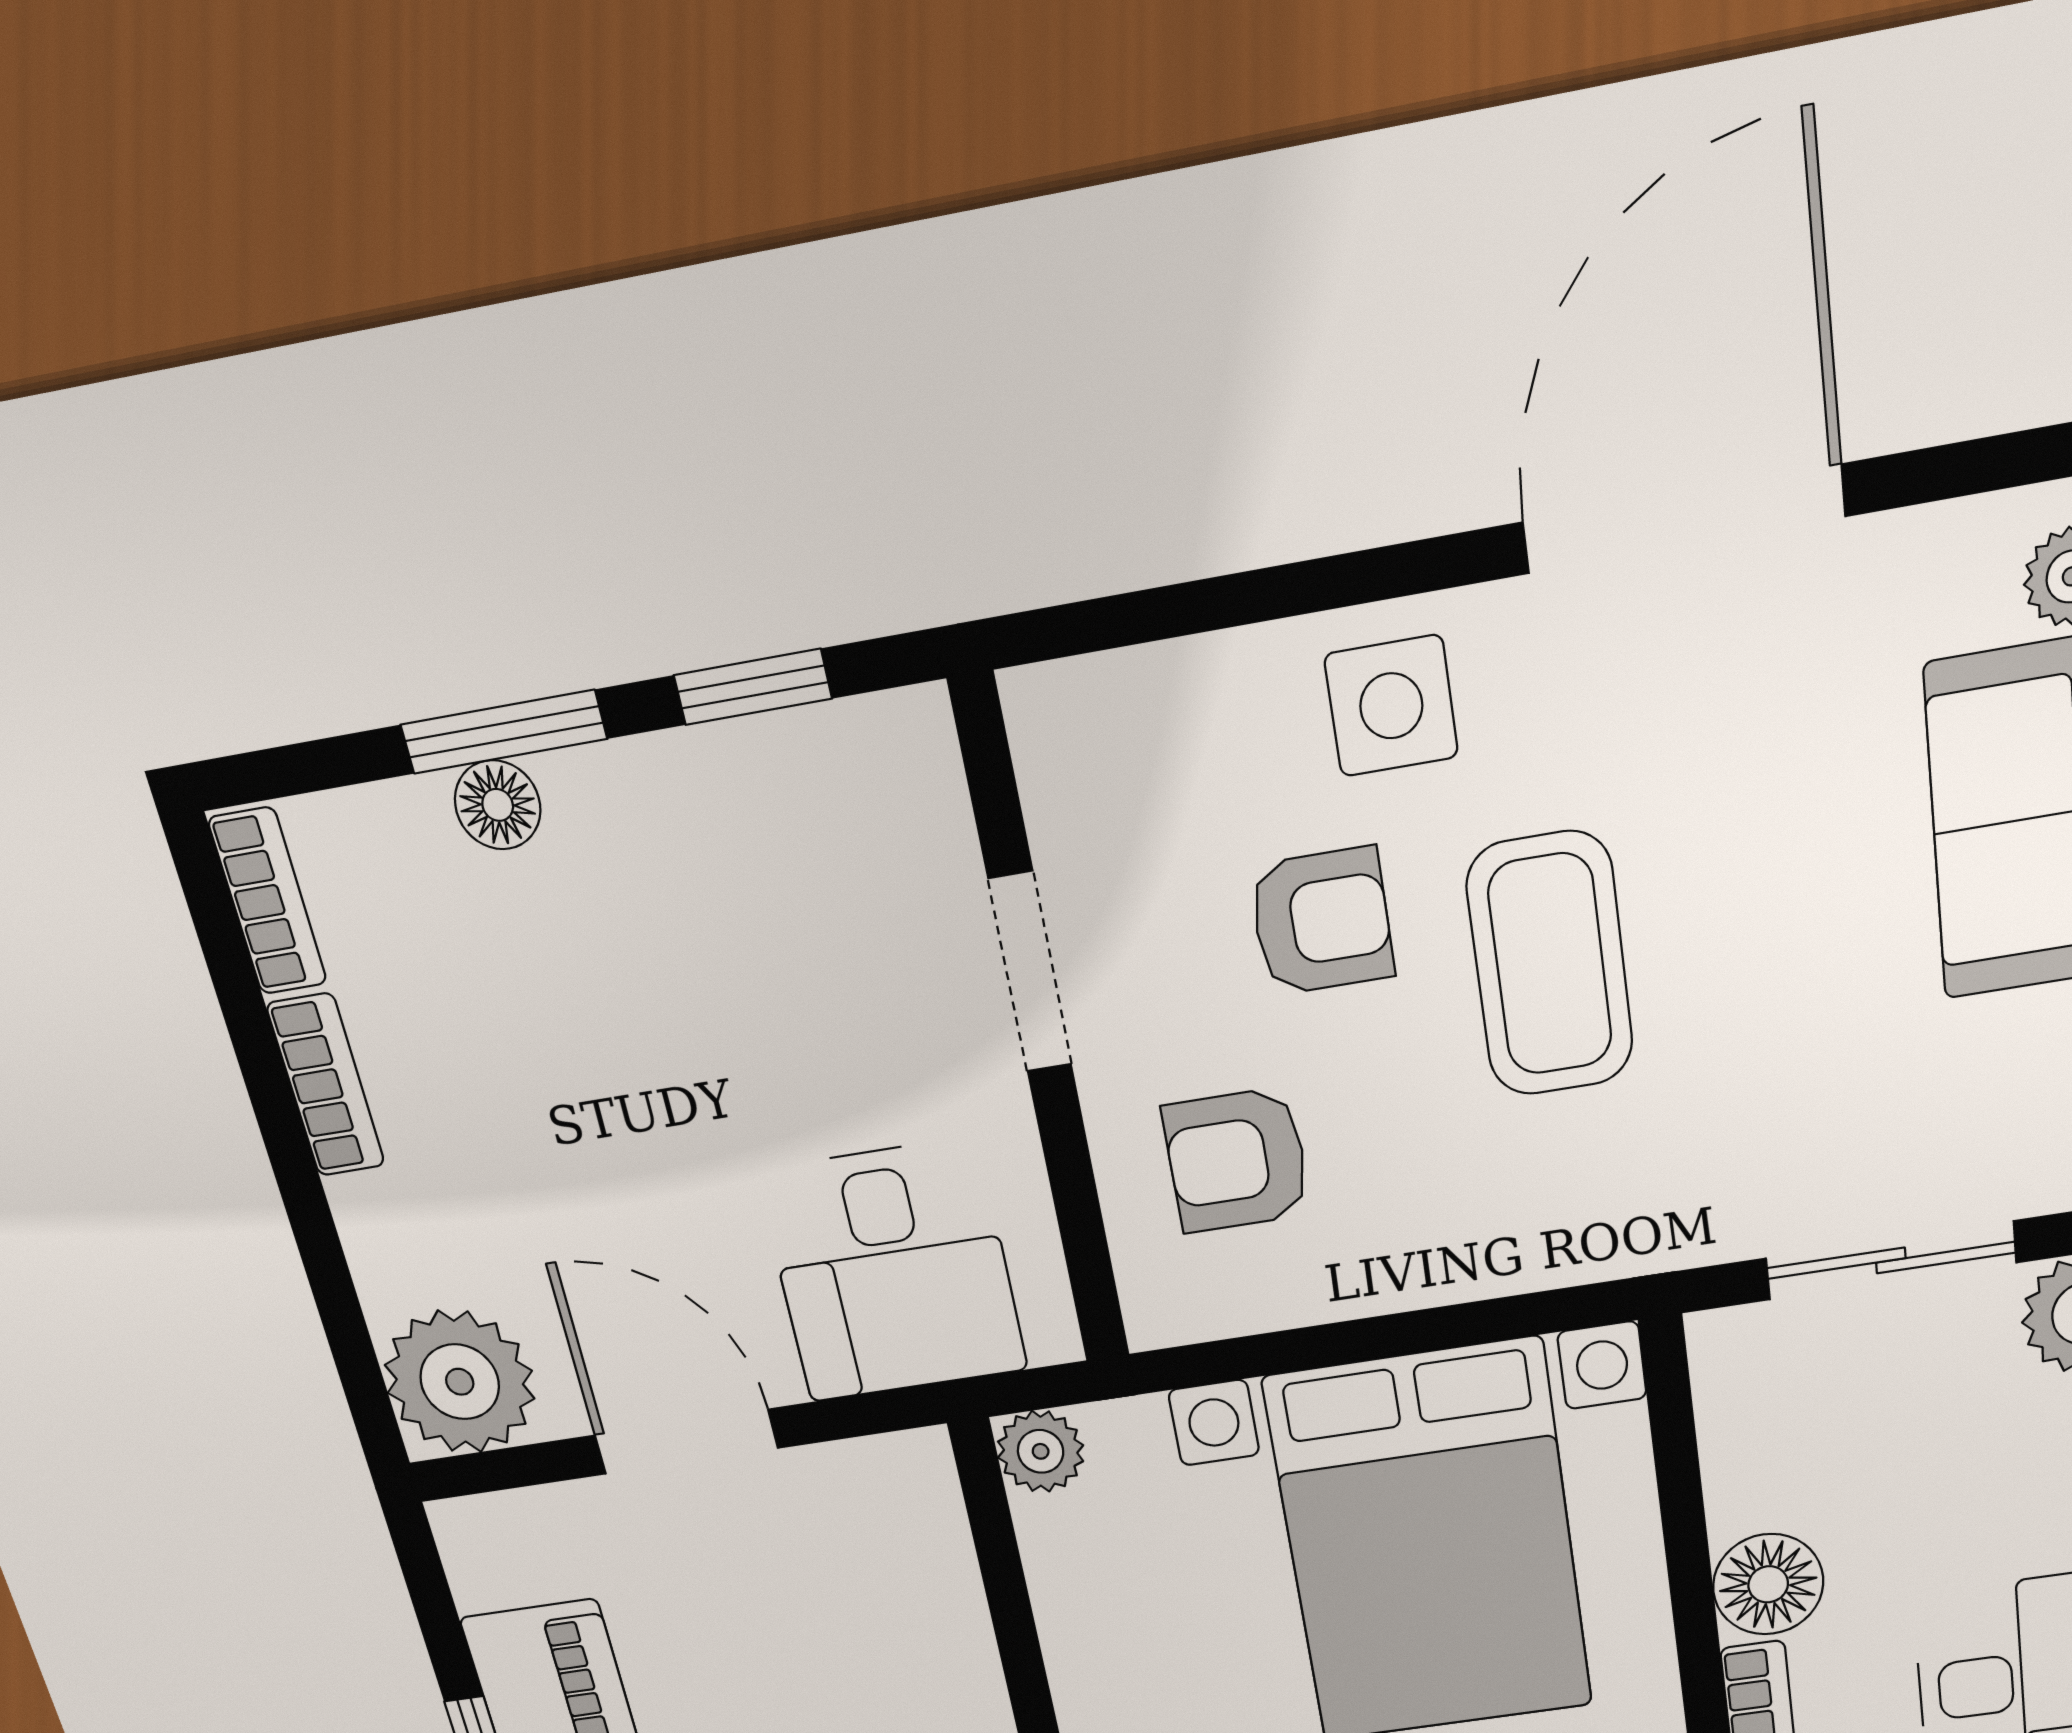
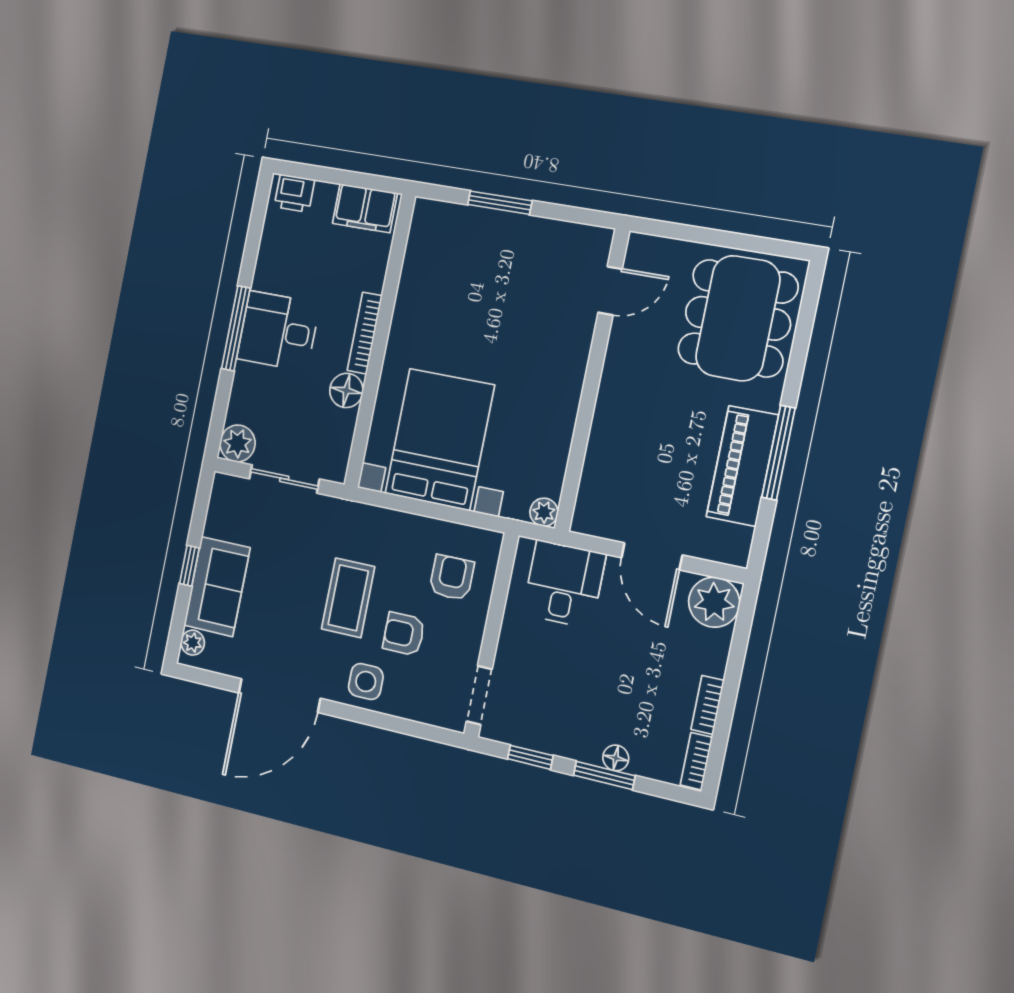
doorway: (1030, 972) -> (479, 695), moved
armchair: (1237, 1160) -> (452, 578), turned -90

